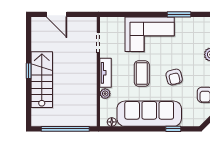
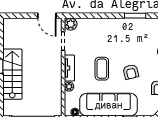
door: (57, 14) -> (47, 16), moved
plant: (107, 24) -> (71, 24), added
corner sofa: (150, 34) -> (109, 33), removed

